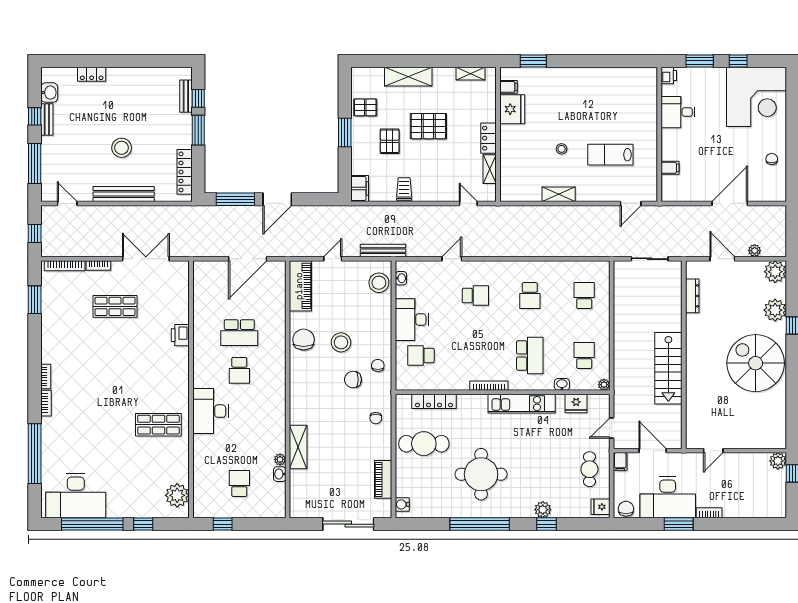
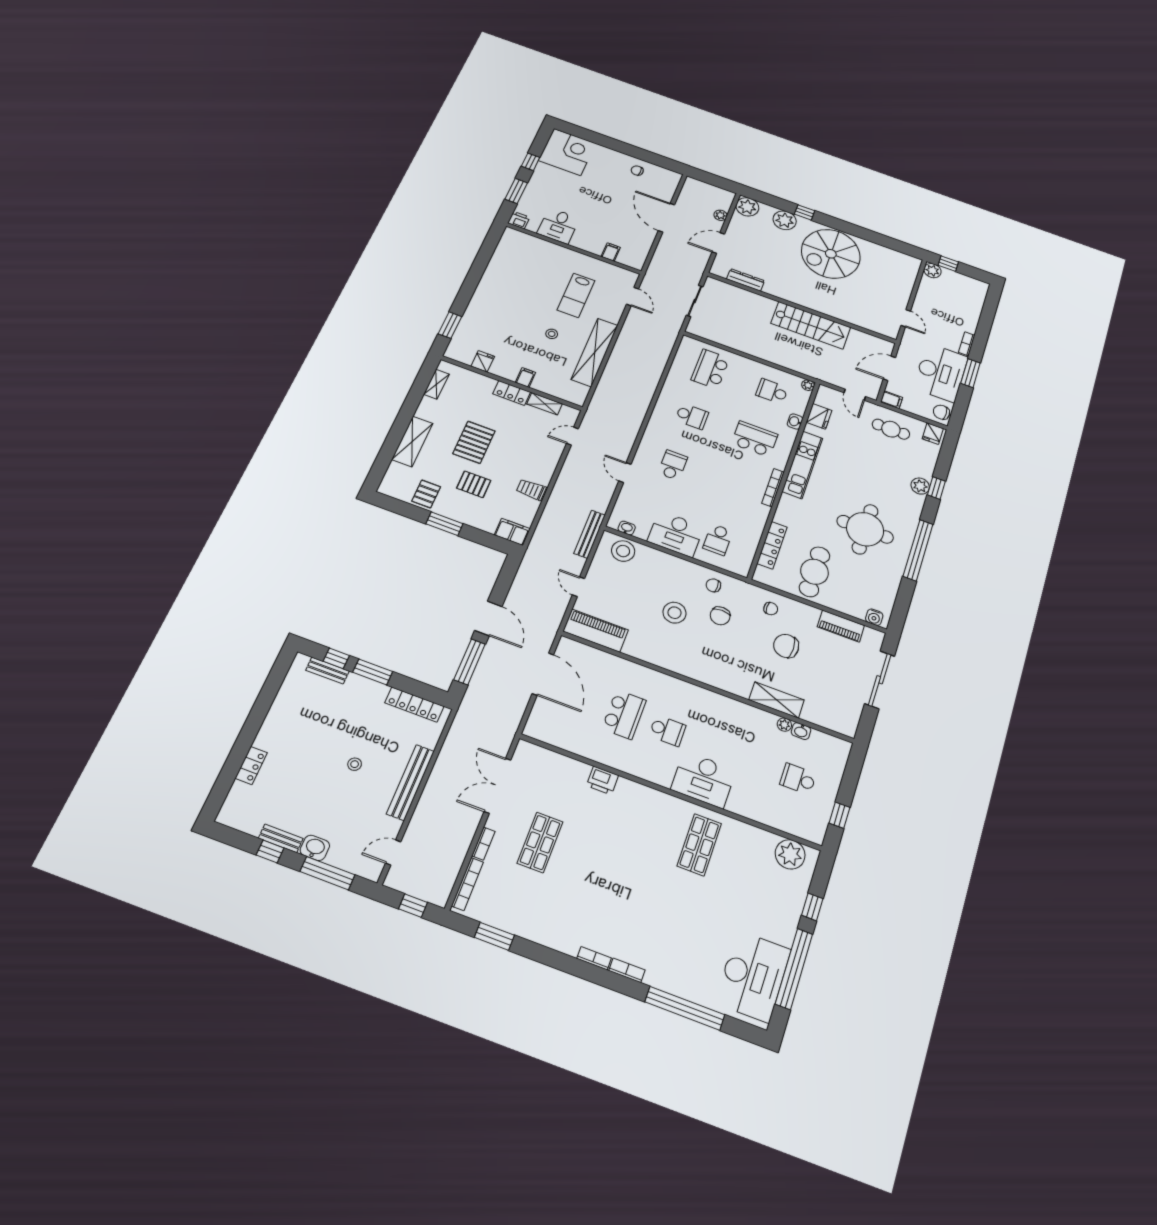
filing cabinet: (509, 87) -> (526, 377), moved
washbasin: (49, 93) -> (315, 848), moved
corner desk: (757, 97) -> (567, 152), width x0.74, depth x0.74
fridge: (512, 109) -> (483, 361), width x0.53, depth x0.75
stool: (122, 148) -> (355, 764), width x0.53, depth x0.53
shelving: (559, 194) -> (595, 352), width x2.20, depth x1.33
school desk: (584, 296) -> (710, 369), width x1.85
chair: (304, 340) -> (786, 646), moved

